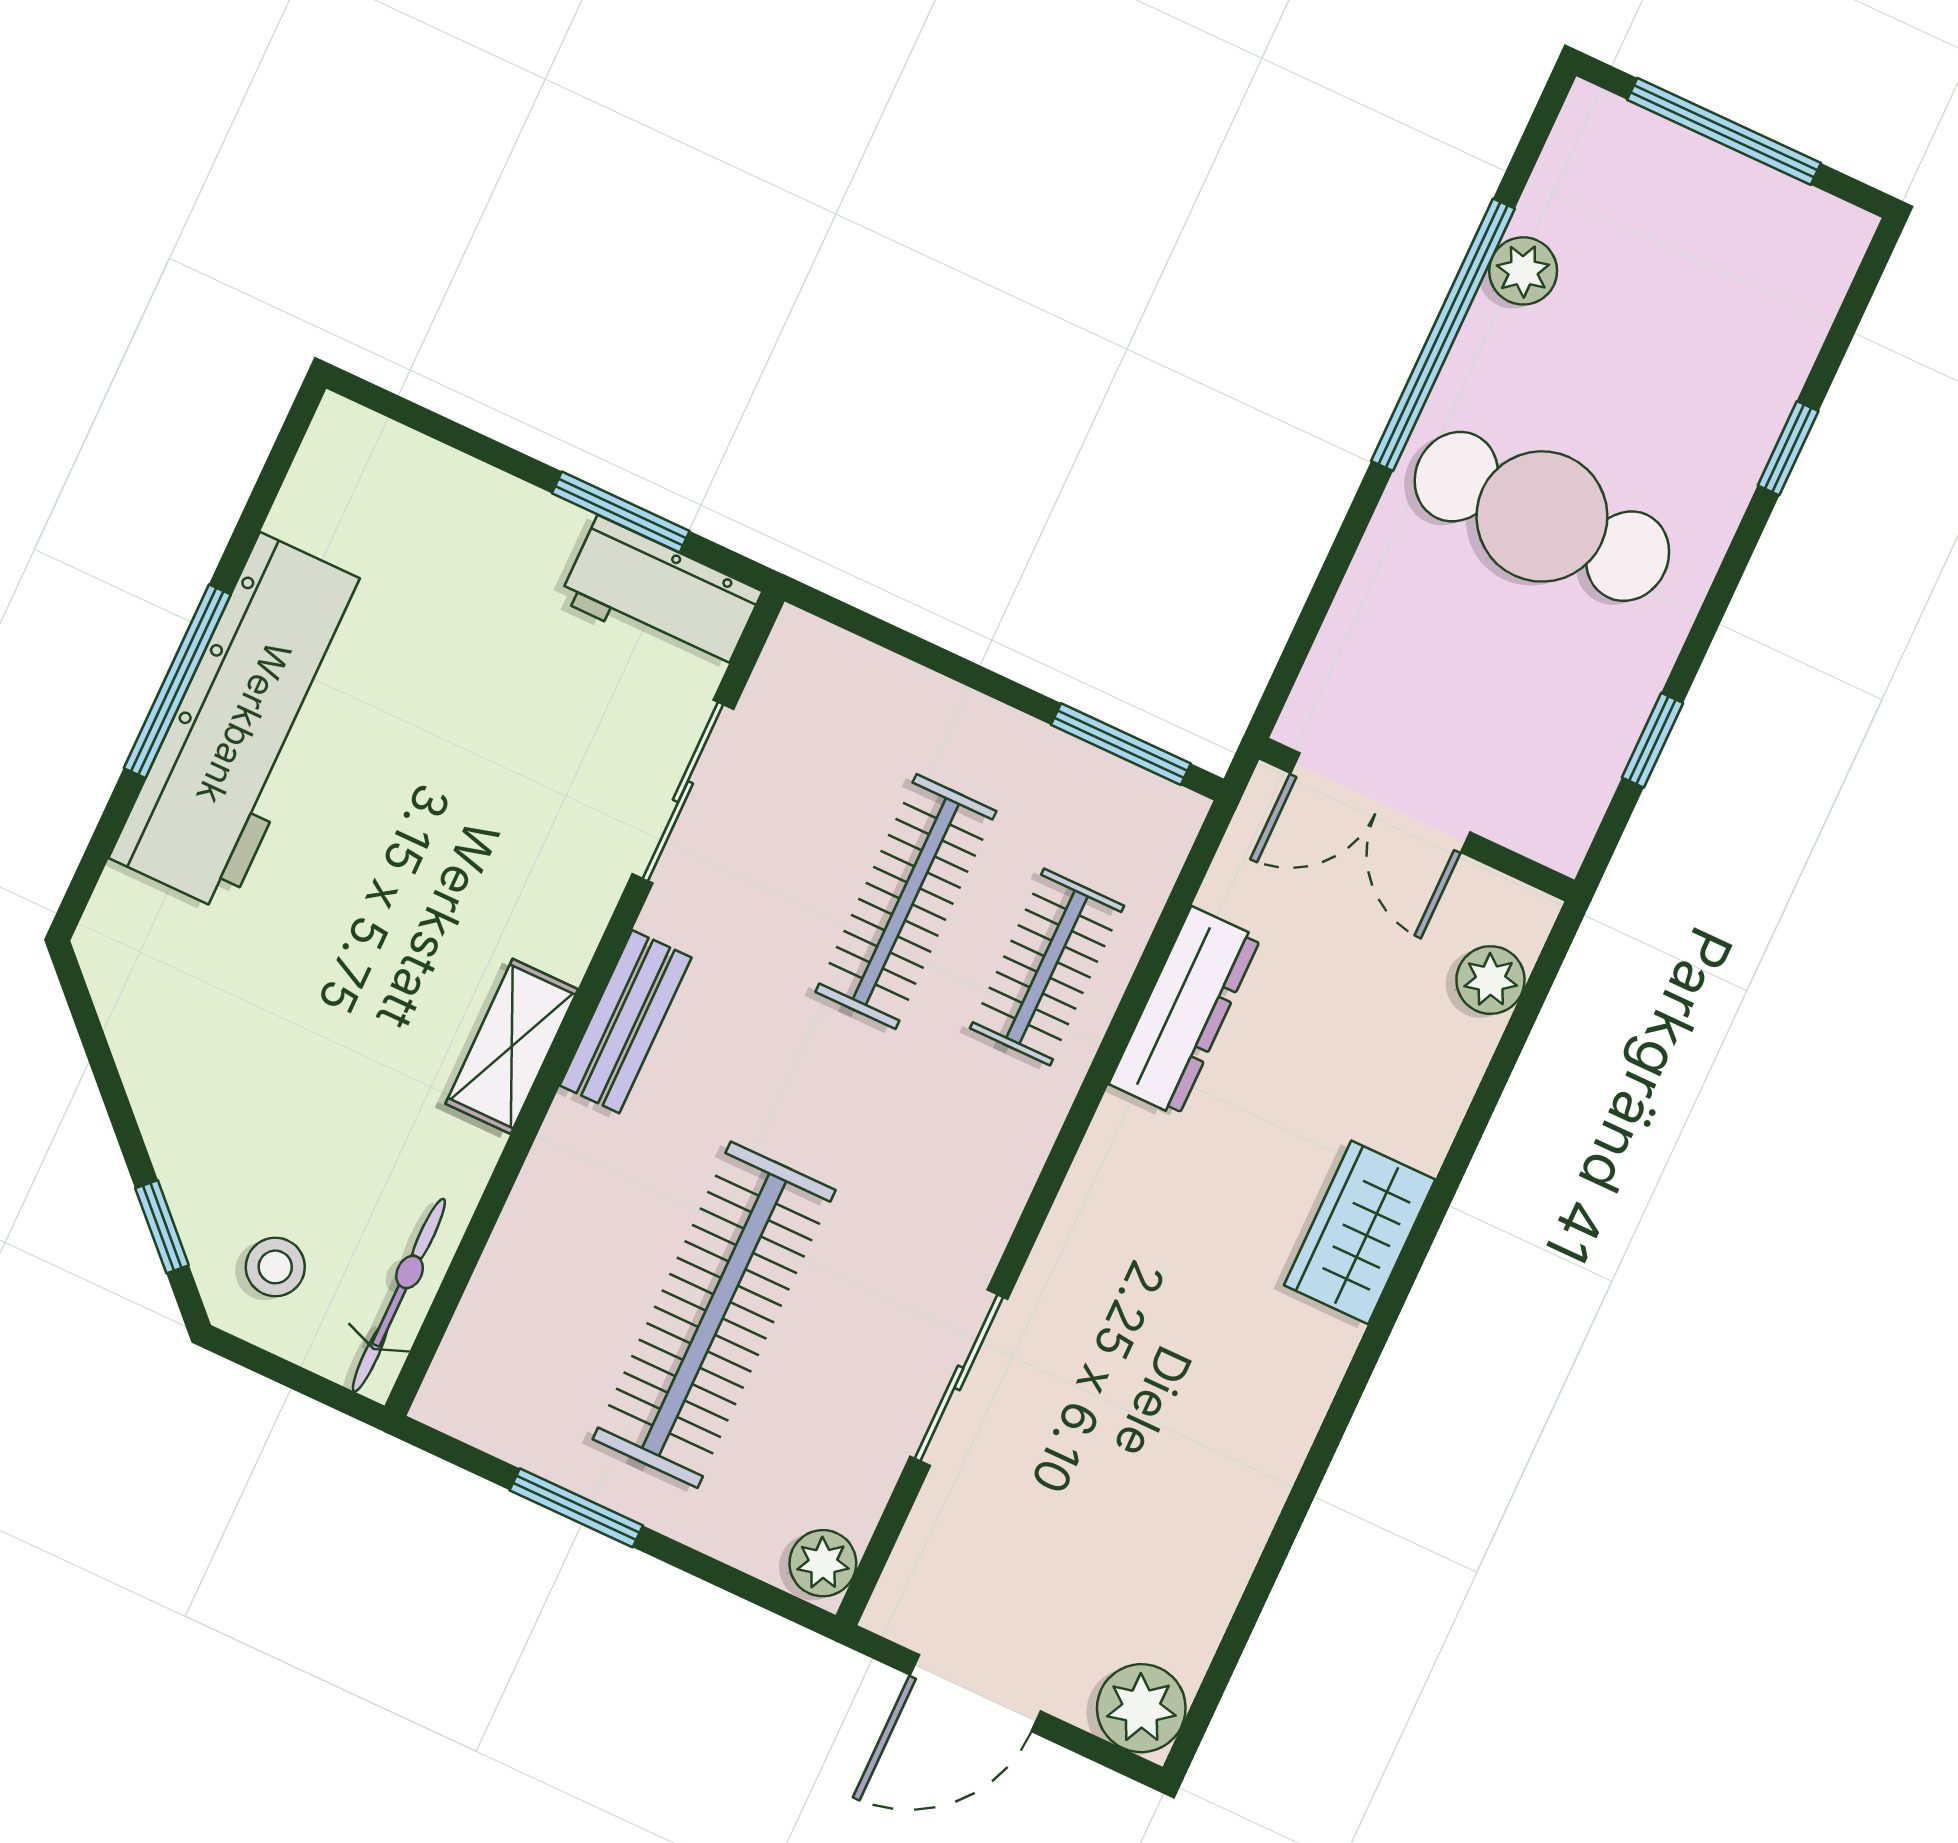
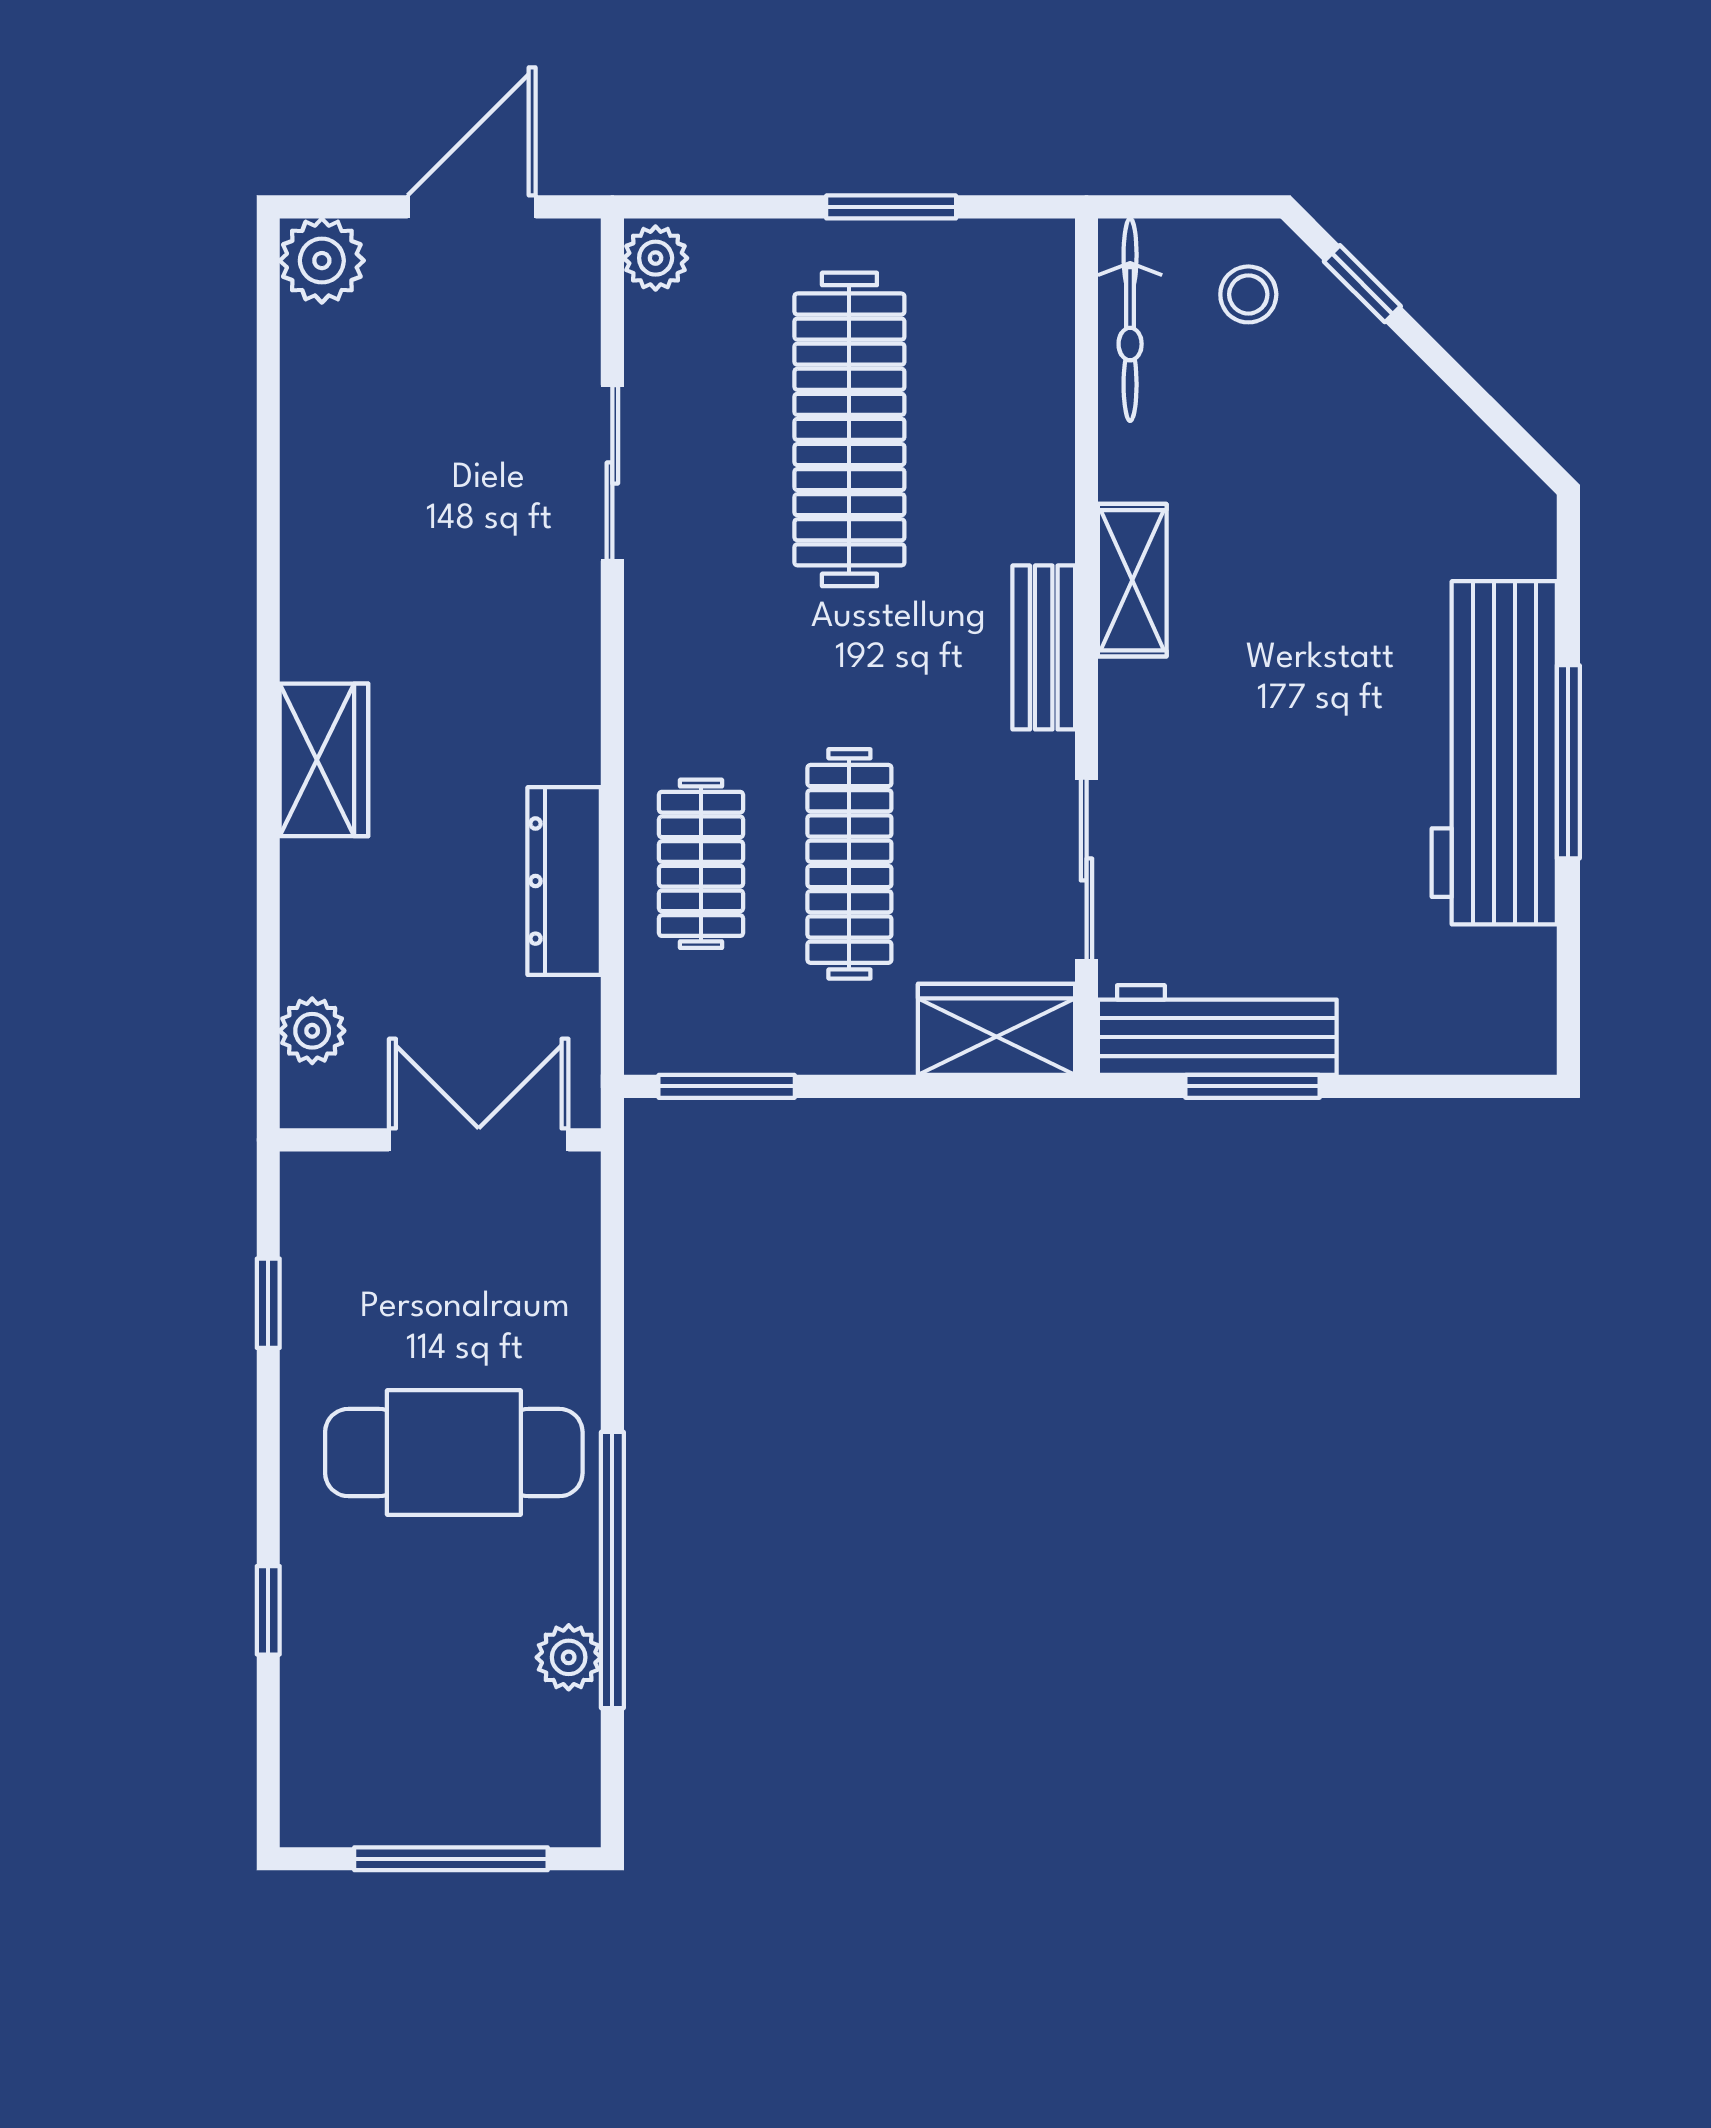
workbench: (660, 595) -> (1217, 1030), width x1.38
wardrobe: (839, 679) -> (997, 1029), added

